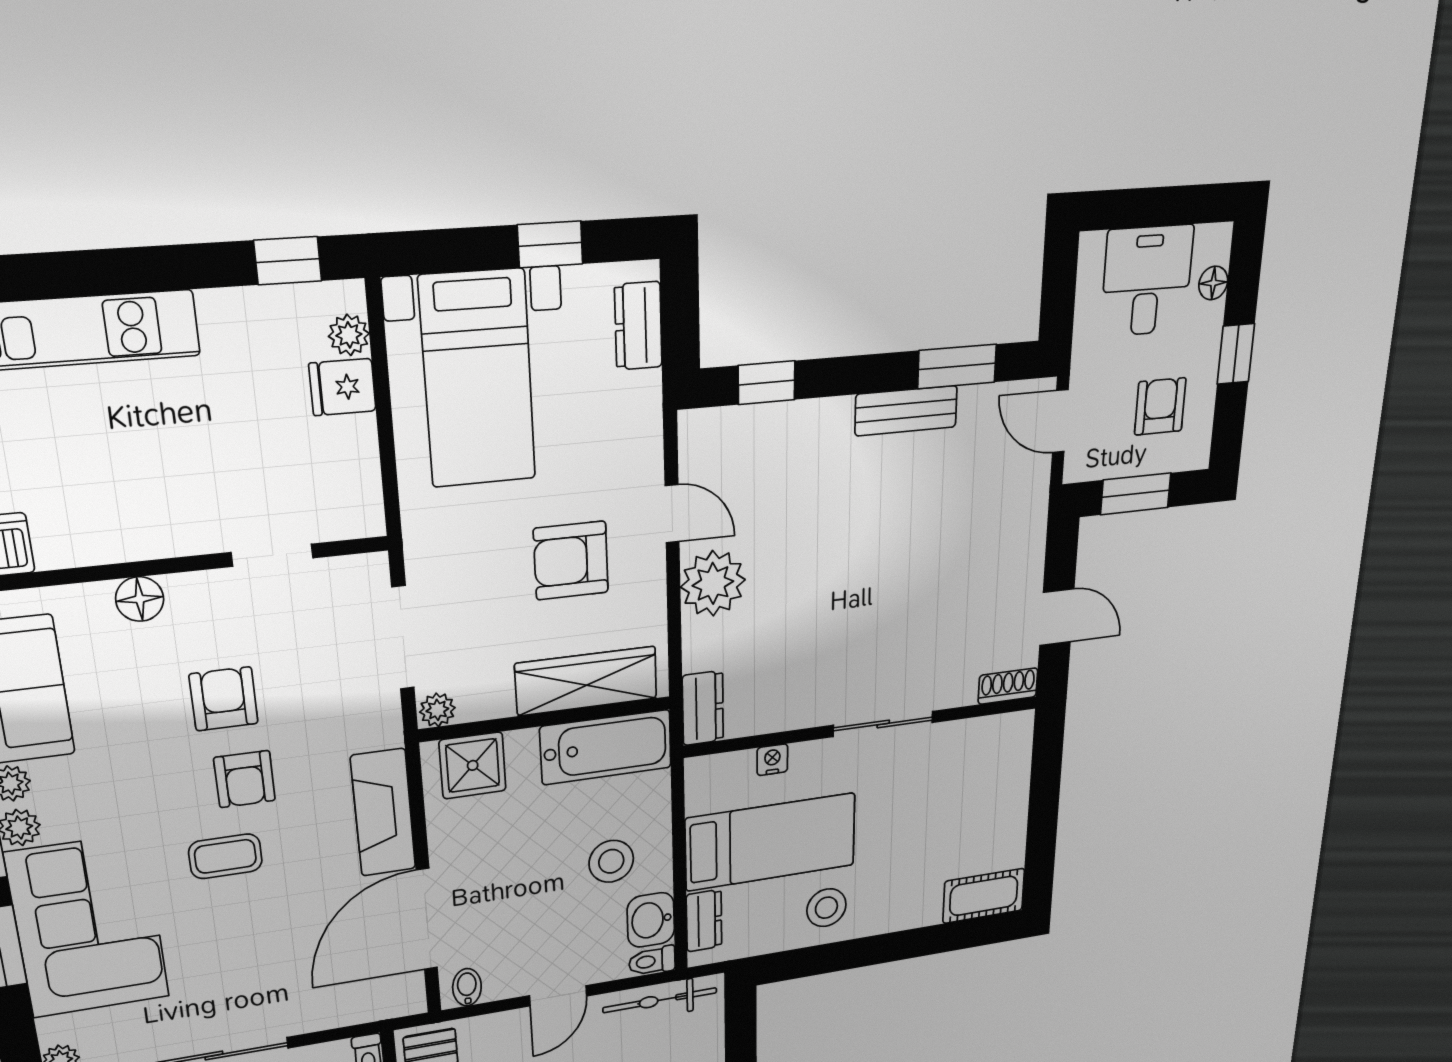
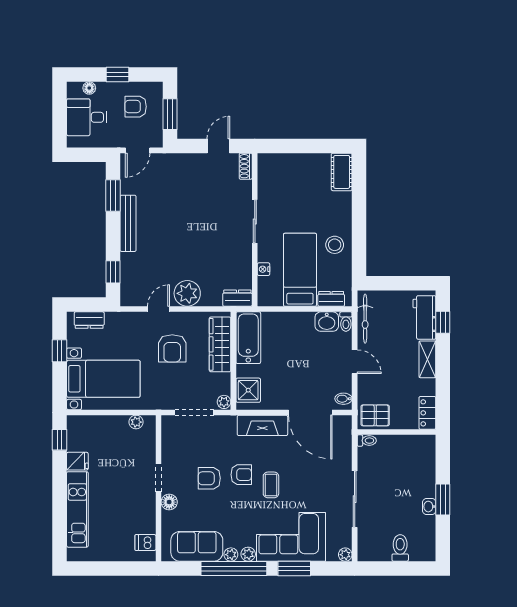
plant: (349, 335) -> (136, 422), moved
fridge: (342, 387) -> (77, 461), moved, turned -90
bench: (906, 411) -> (128, 223), width x1.36
doorway: (272, 555) -> (158, 478), moved
stool: (611, 861) -> (298, 337), removed

